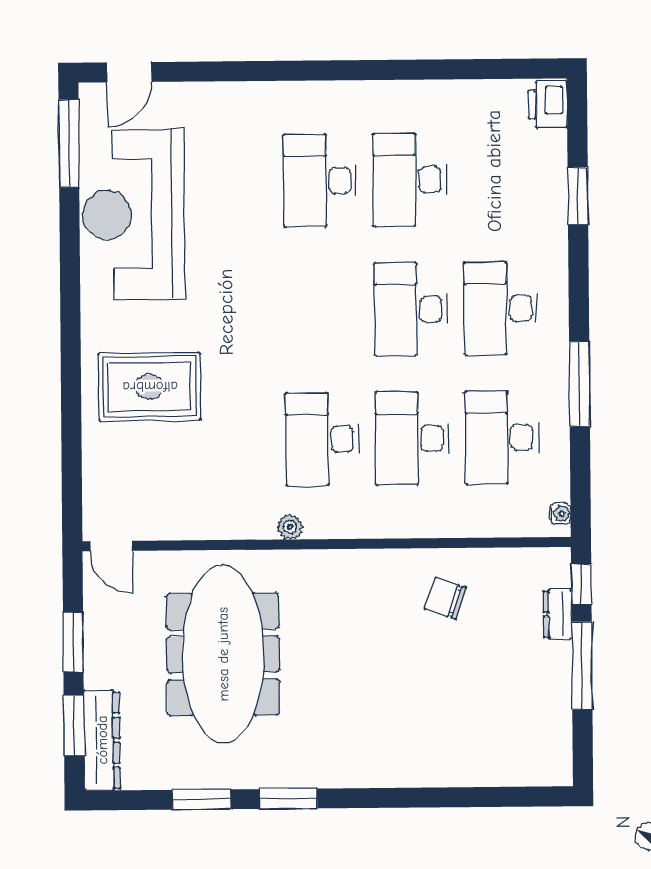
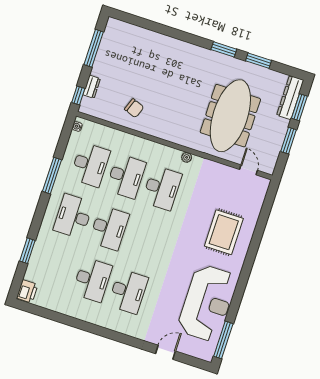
door: (129, 72) -> (165, 352), moved
desk: (501, 308) -> (73, 216), turned 180
rug: (150, 387) -> (224, 232), turned 90
door: (111, 546) -> (249, 170), moved
window: (582, 666) -> (94, 48), moved

